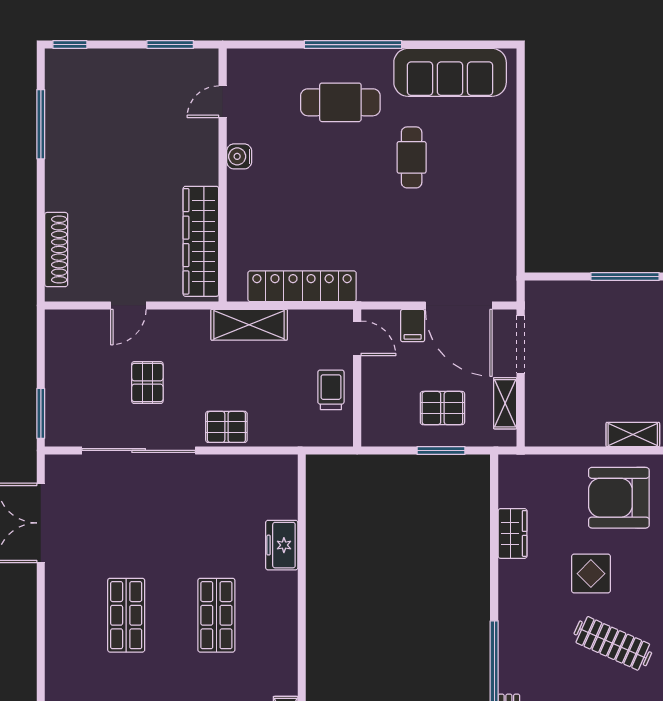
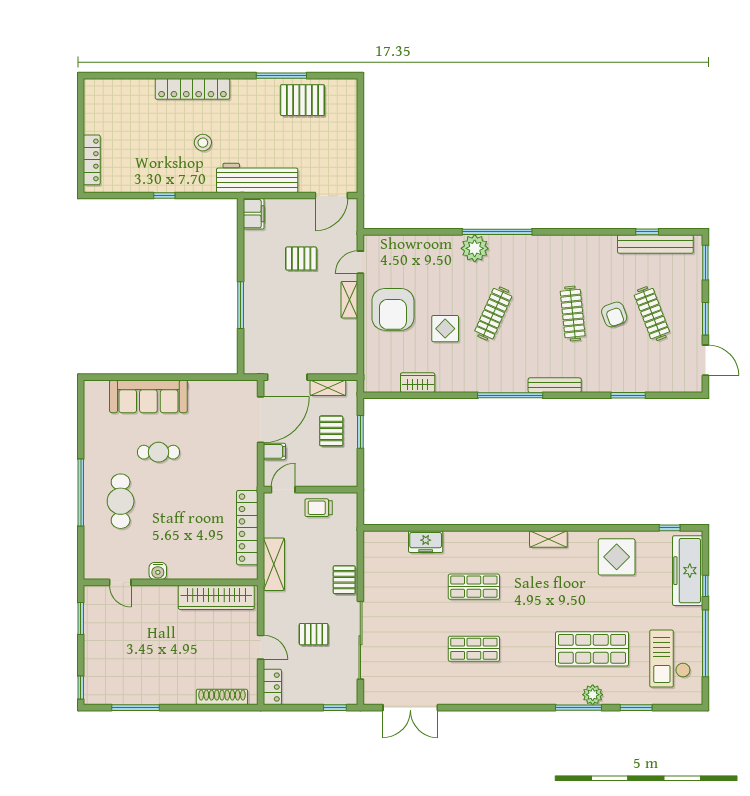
sofa: (450, 72) -> (148, 396), moved, turned 90
locker: (71, 323) -> (272, 687), added
window: (41, 413) -> (335, 708), width x0.67

